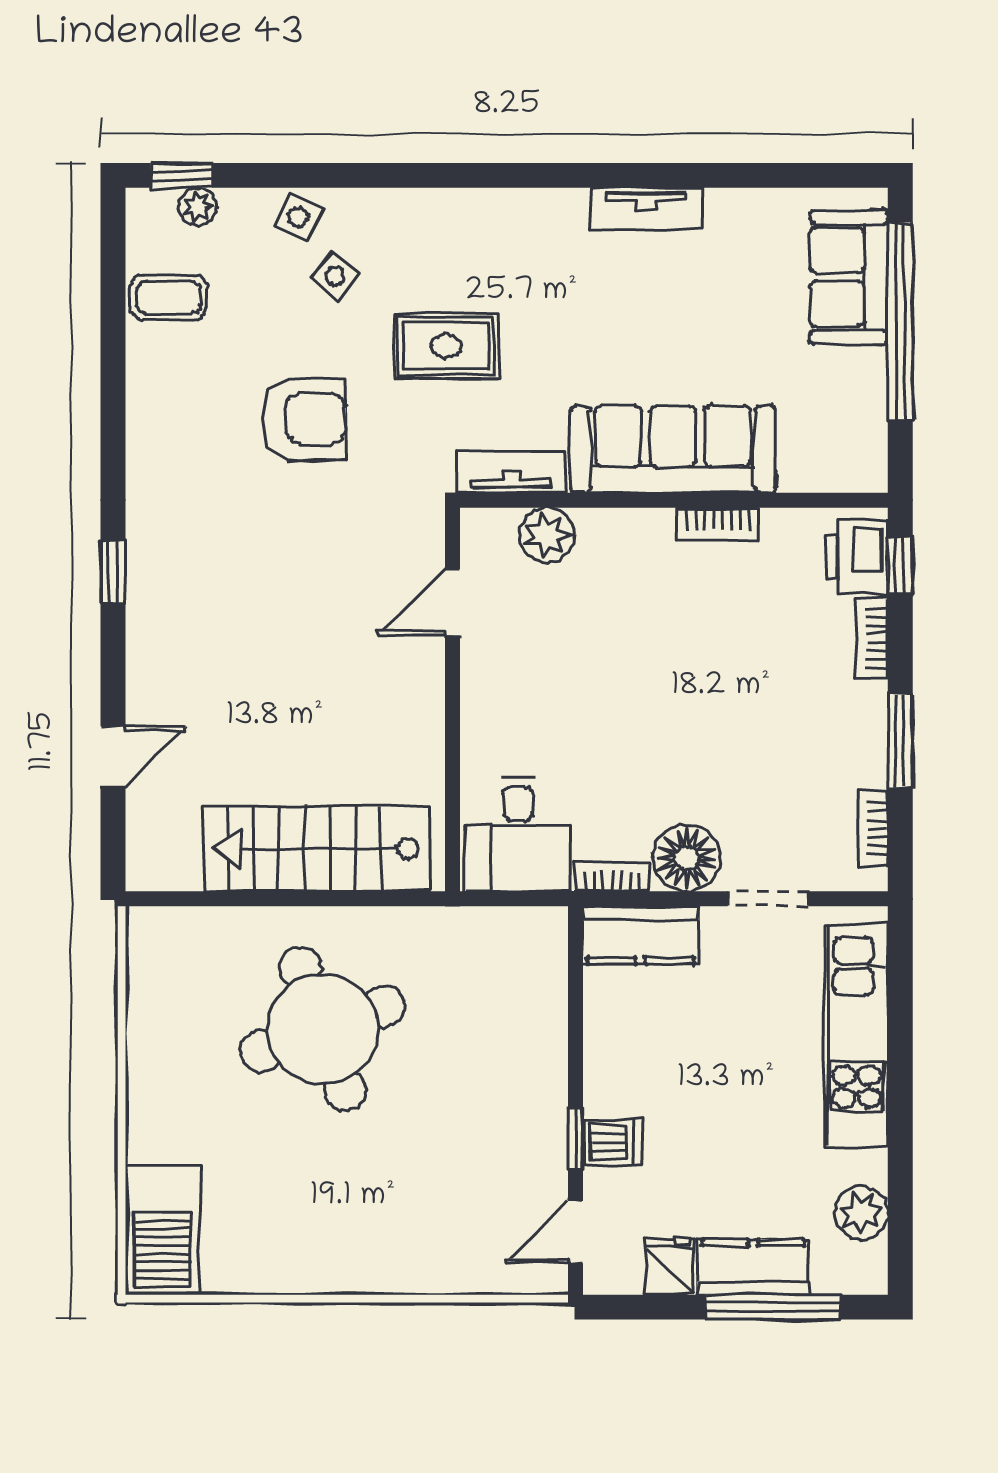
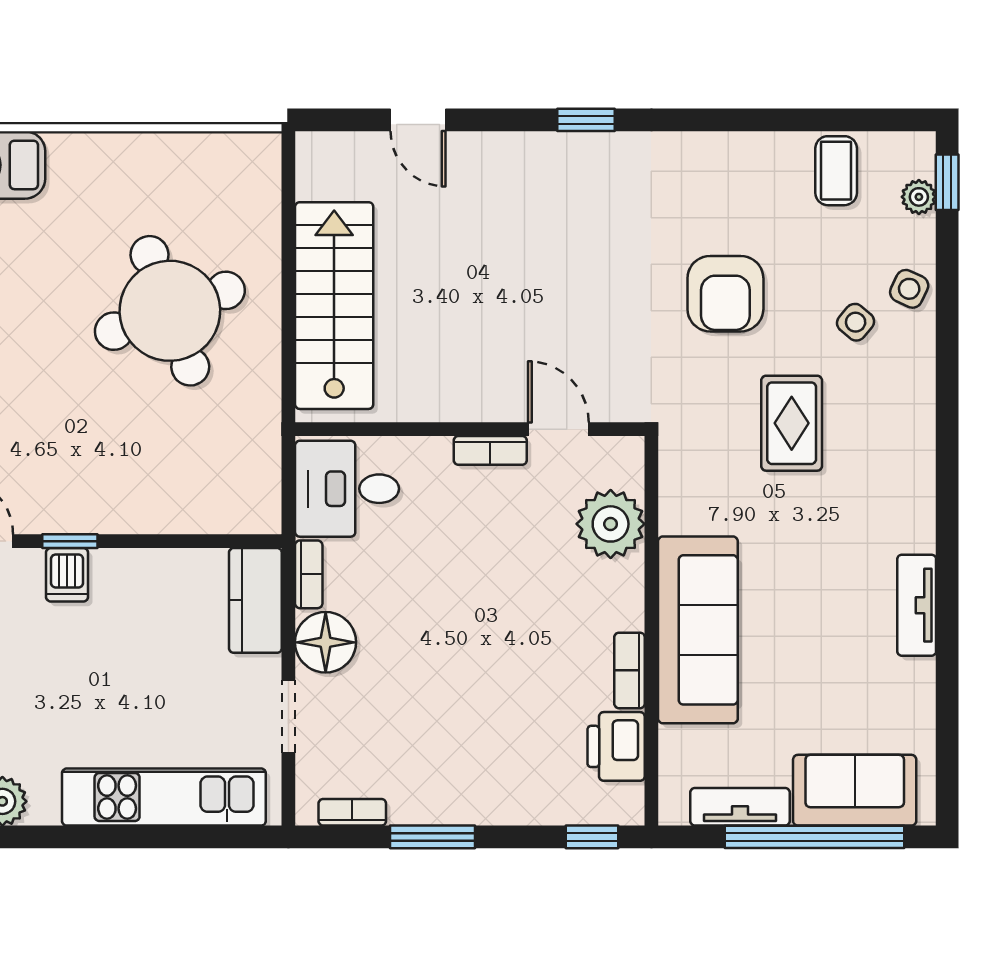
tv unit: (512, 472) -> (740, 807), moved, turned -90
plant: (547, 535) -> (611, 524), width x1.36, depth x1.36
printer: (857, 557) -> (616, 746), moved, turned -90
bookcase: (872, 638) -> (490, 450), moved, turned 180

